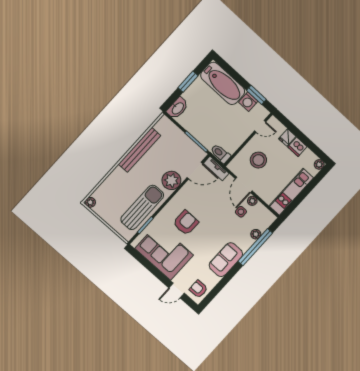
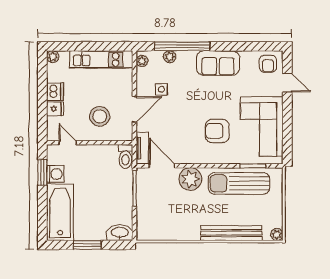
bench: (139, 150) -> (231, 233), moved
plant: (252, 201) -> (142, 61), moved

